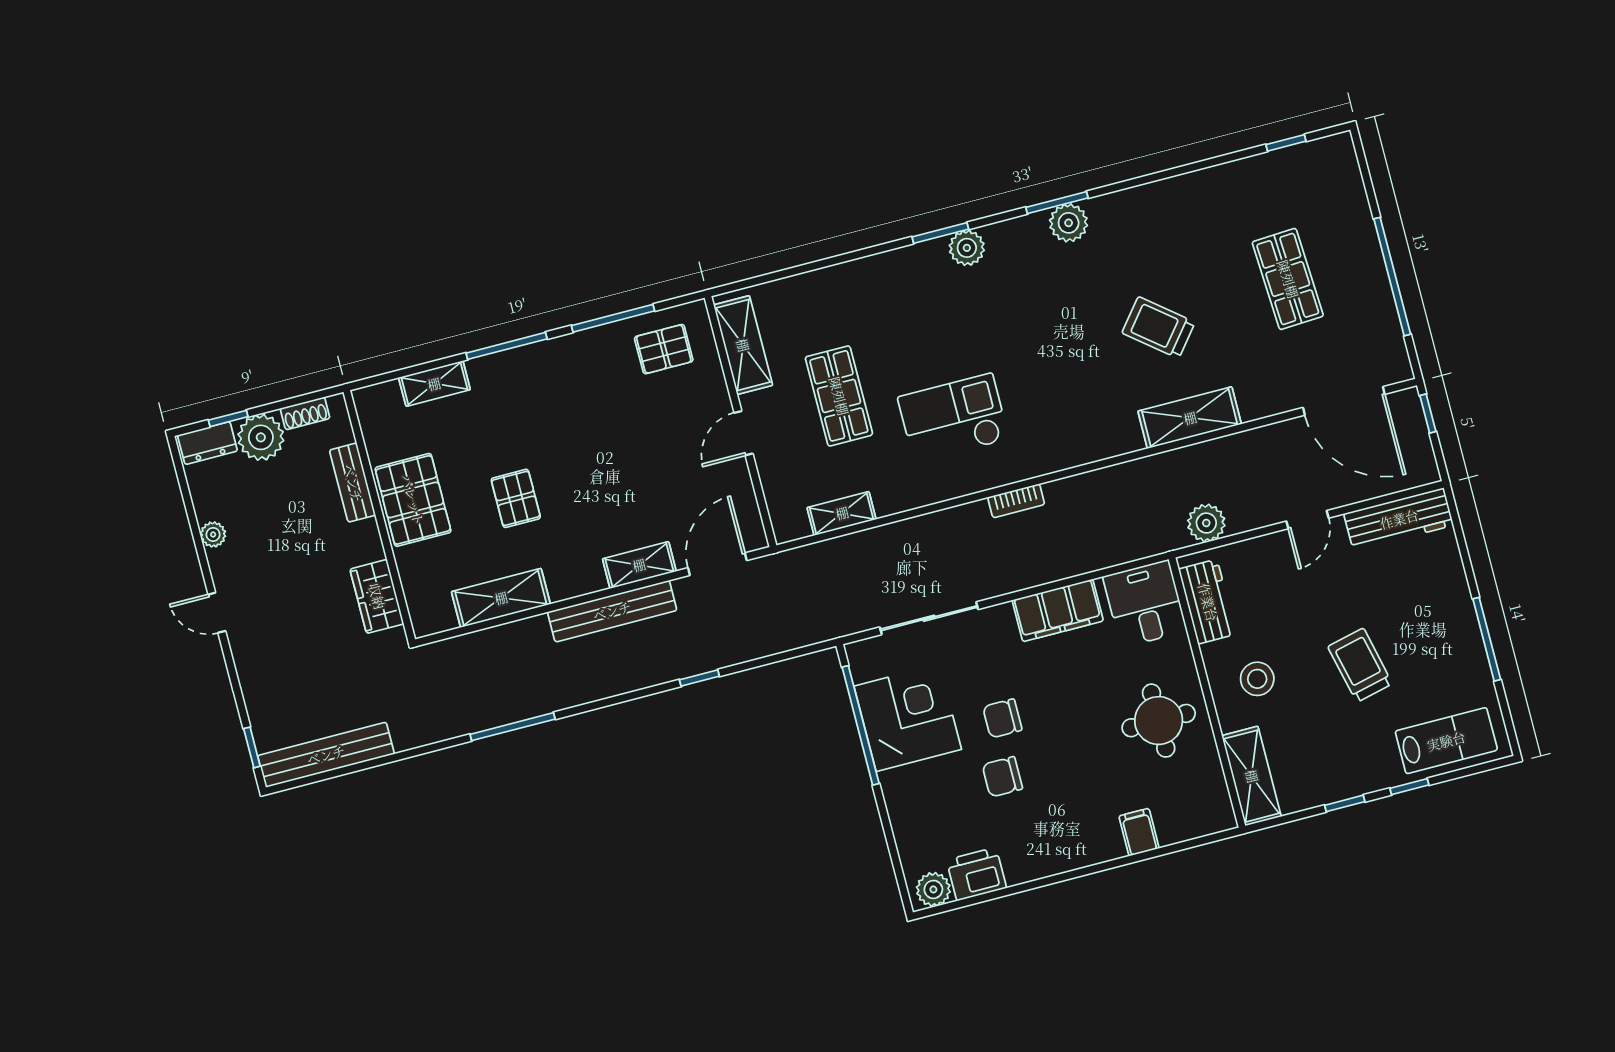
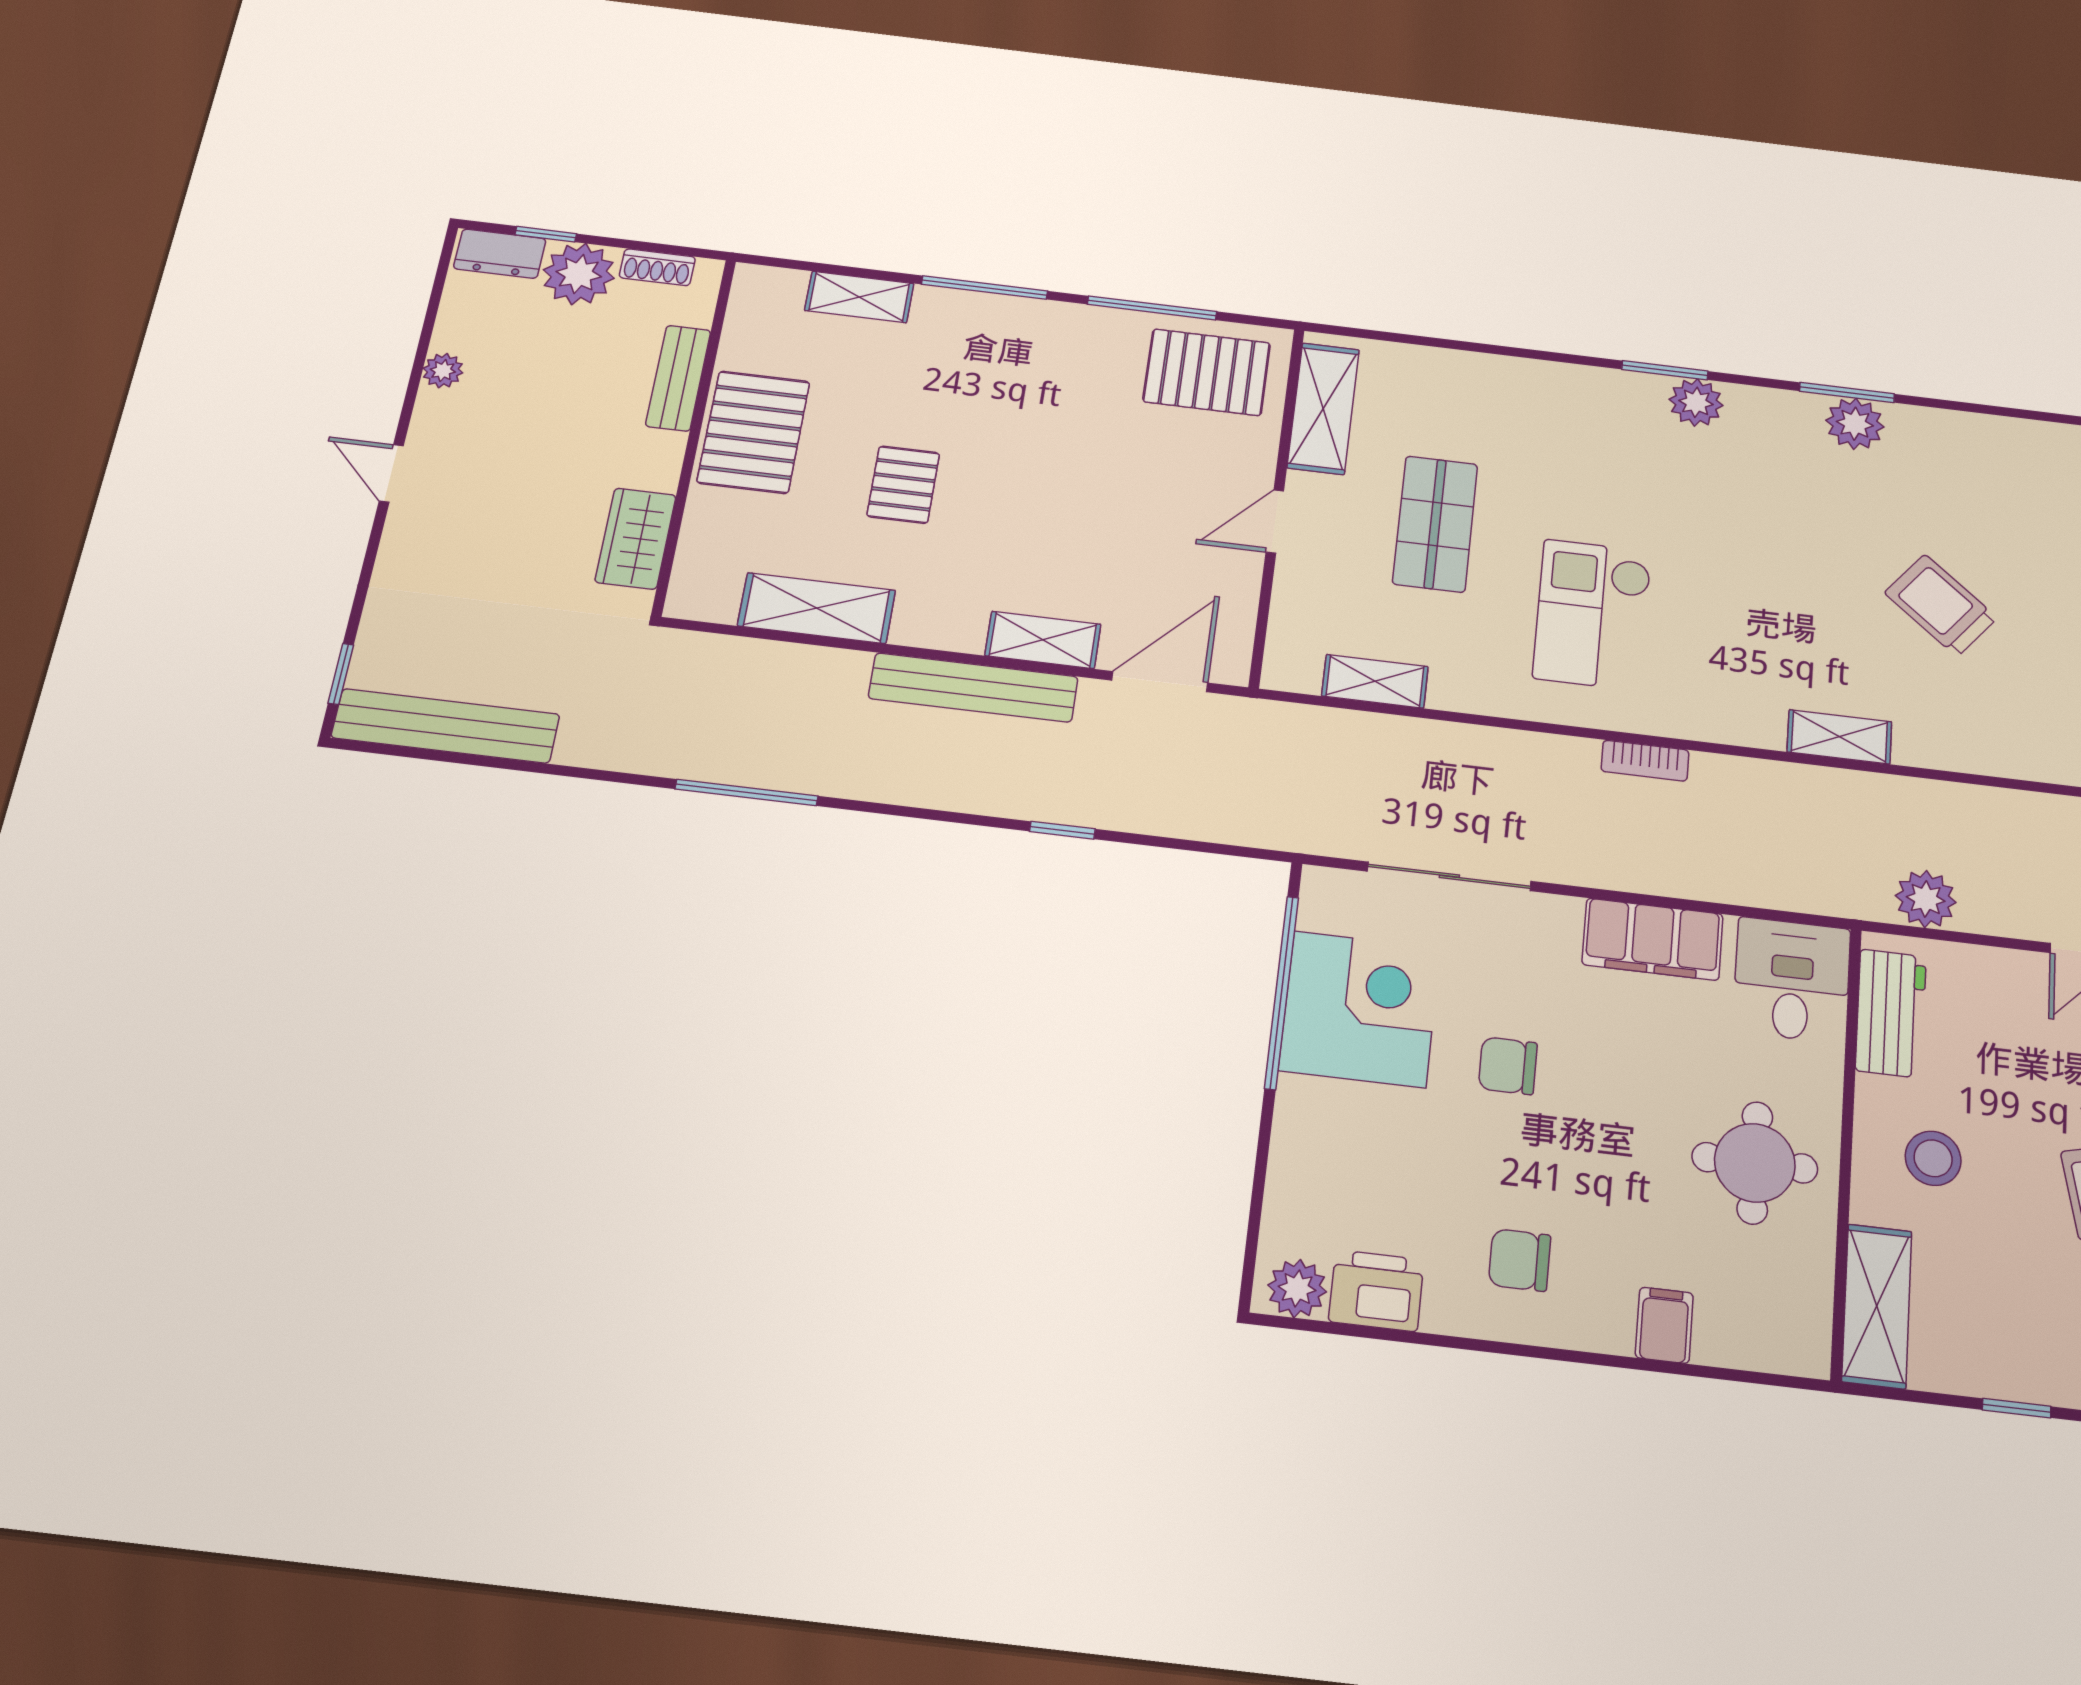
pallet: (664, 349) -> (1207, 372), width x1.50, depth x1.42
checkout: (953, 418) -> (1593, 614), turned -90
shelving: (1190, 418) -> (1839, 737), moved, width x0.67, depth x0.75
chair: (1002, 777) -> (1520, 1260), moved

